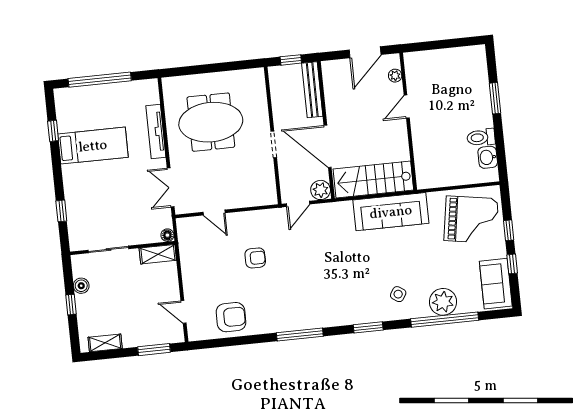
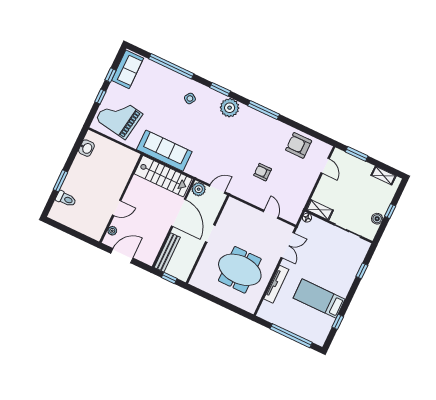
toilet: (481, 137) -> (66, 199), moved
plant: (443, 302) -> (230, 108), moved

